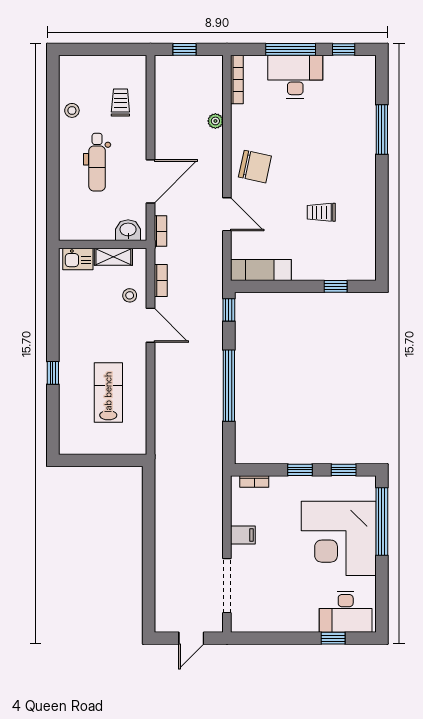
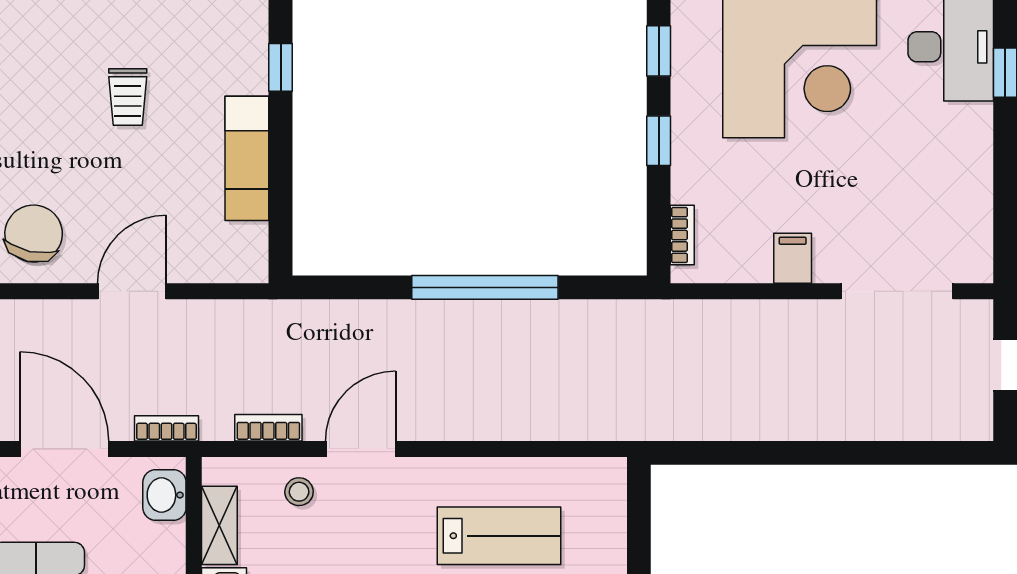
exam couch: (261, 270) -> (247, 158), moved
window: (229, 310) -> (329, 287), removed
lab bench: (108, 392) -> (499, 536), turned 180

